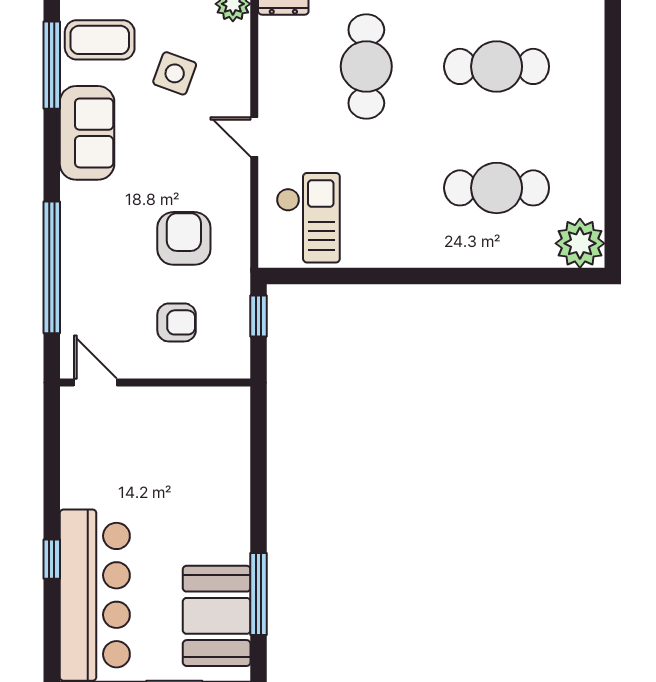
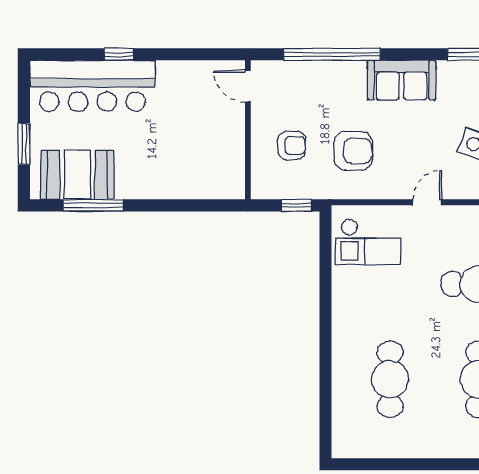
sofa: (87, 133) -> (401, 80), moved
plant: (580, 243) -> (350, 440), removed
armchair: (177, 322) -> (292, 145), turned -90
door: (95, 382) -> (248, 86), swing flipped

